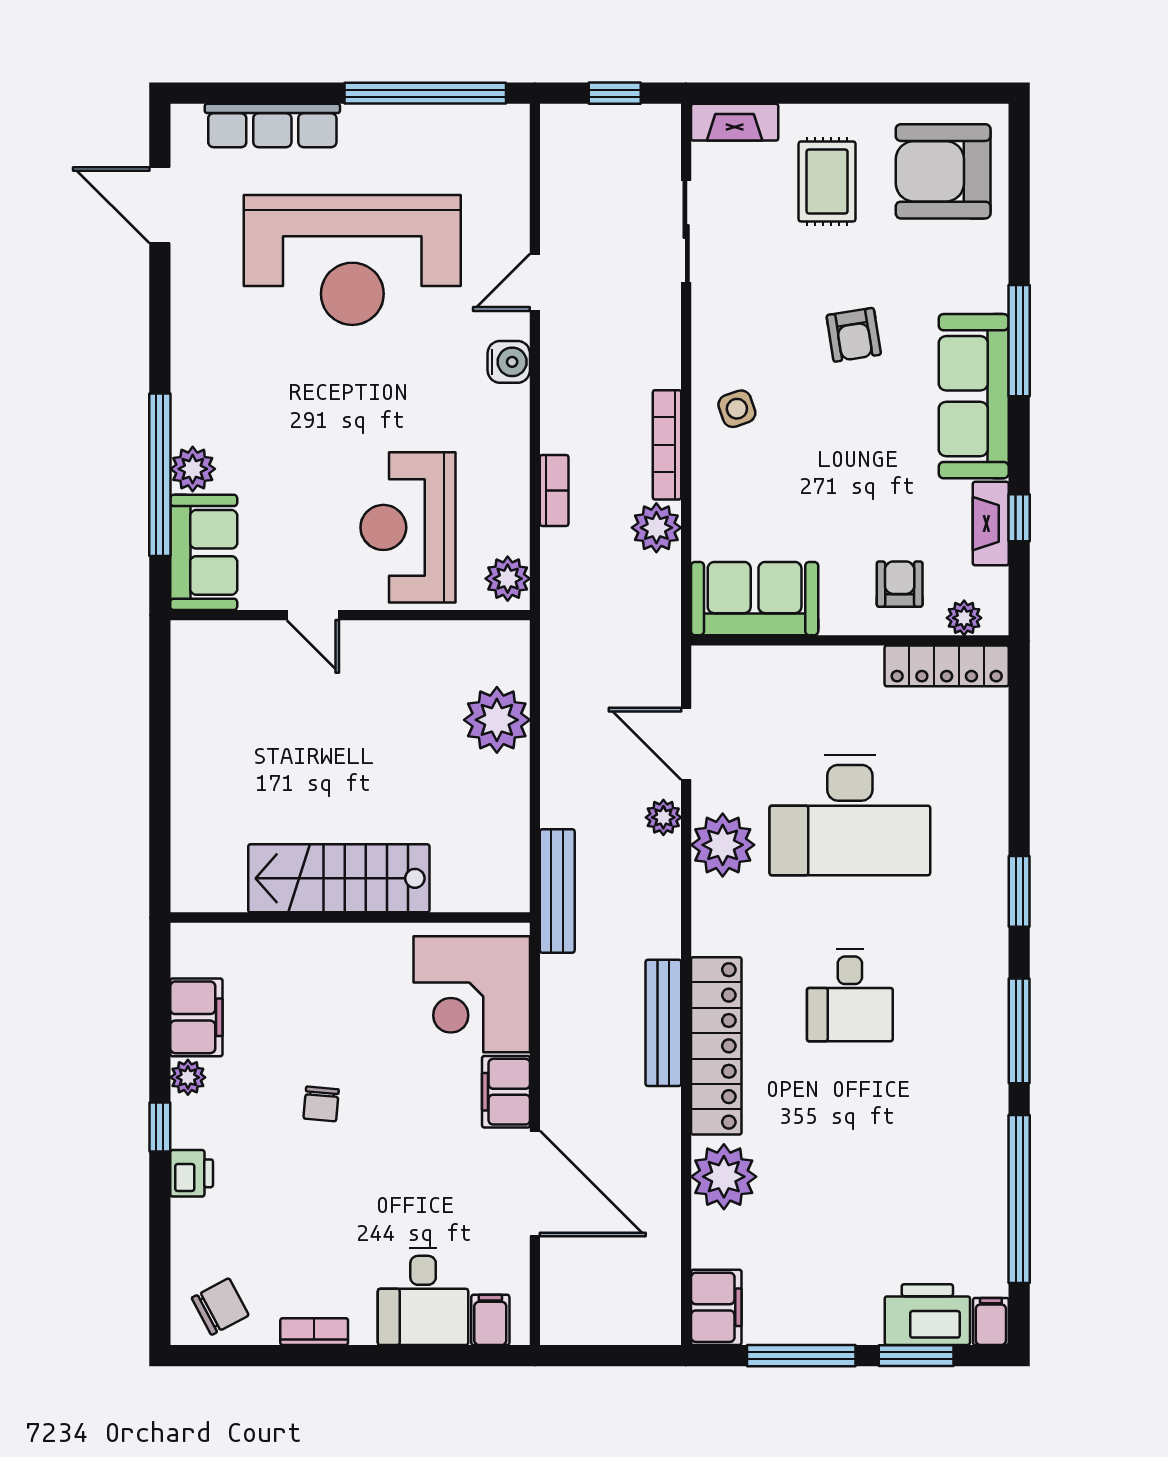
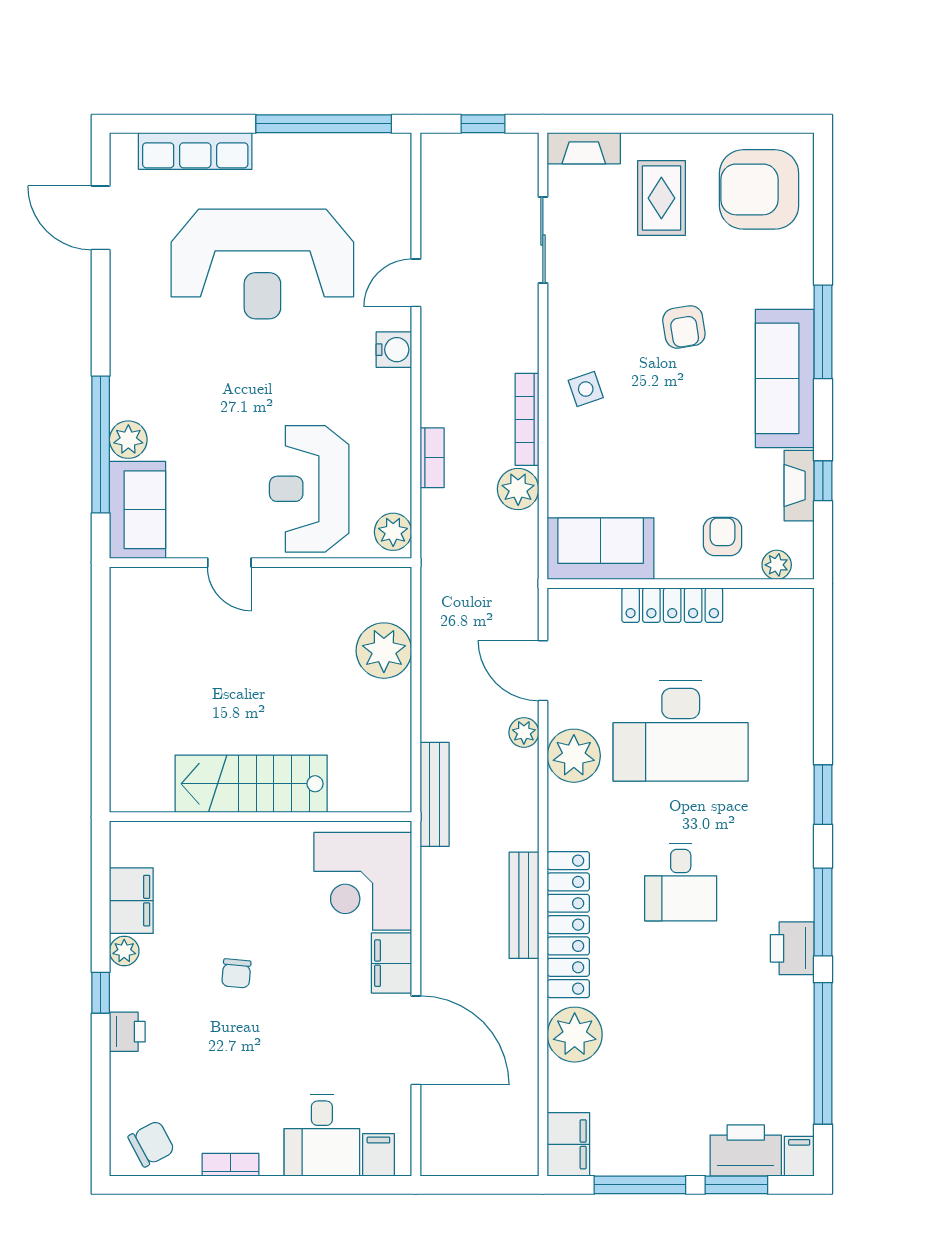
locker: (947, 666) -> (672, 605), moved
printer: (983, 1074) -> (792, 948), added

